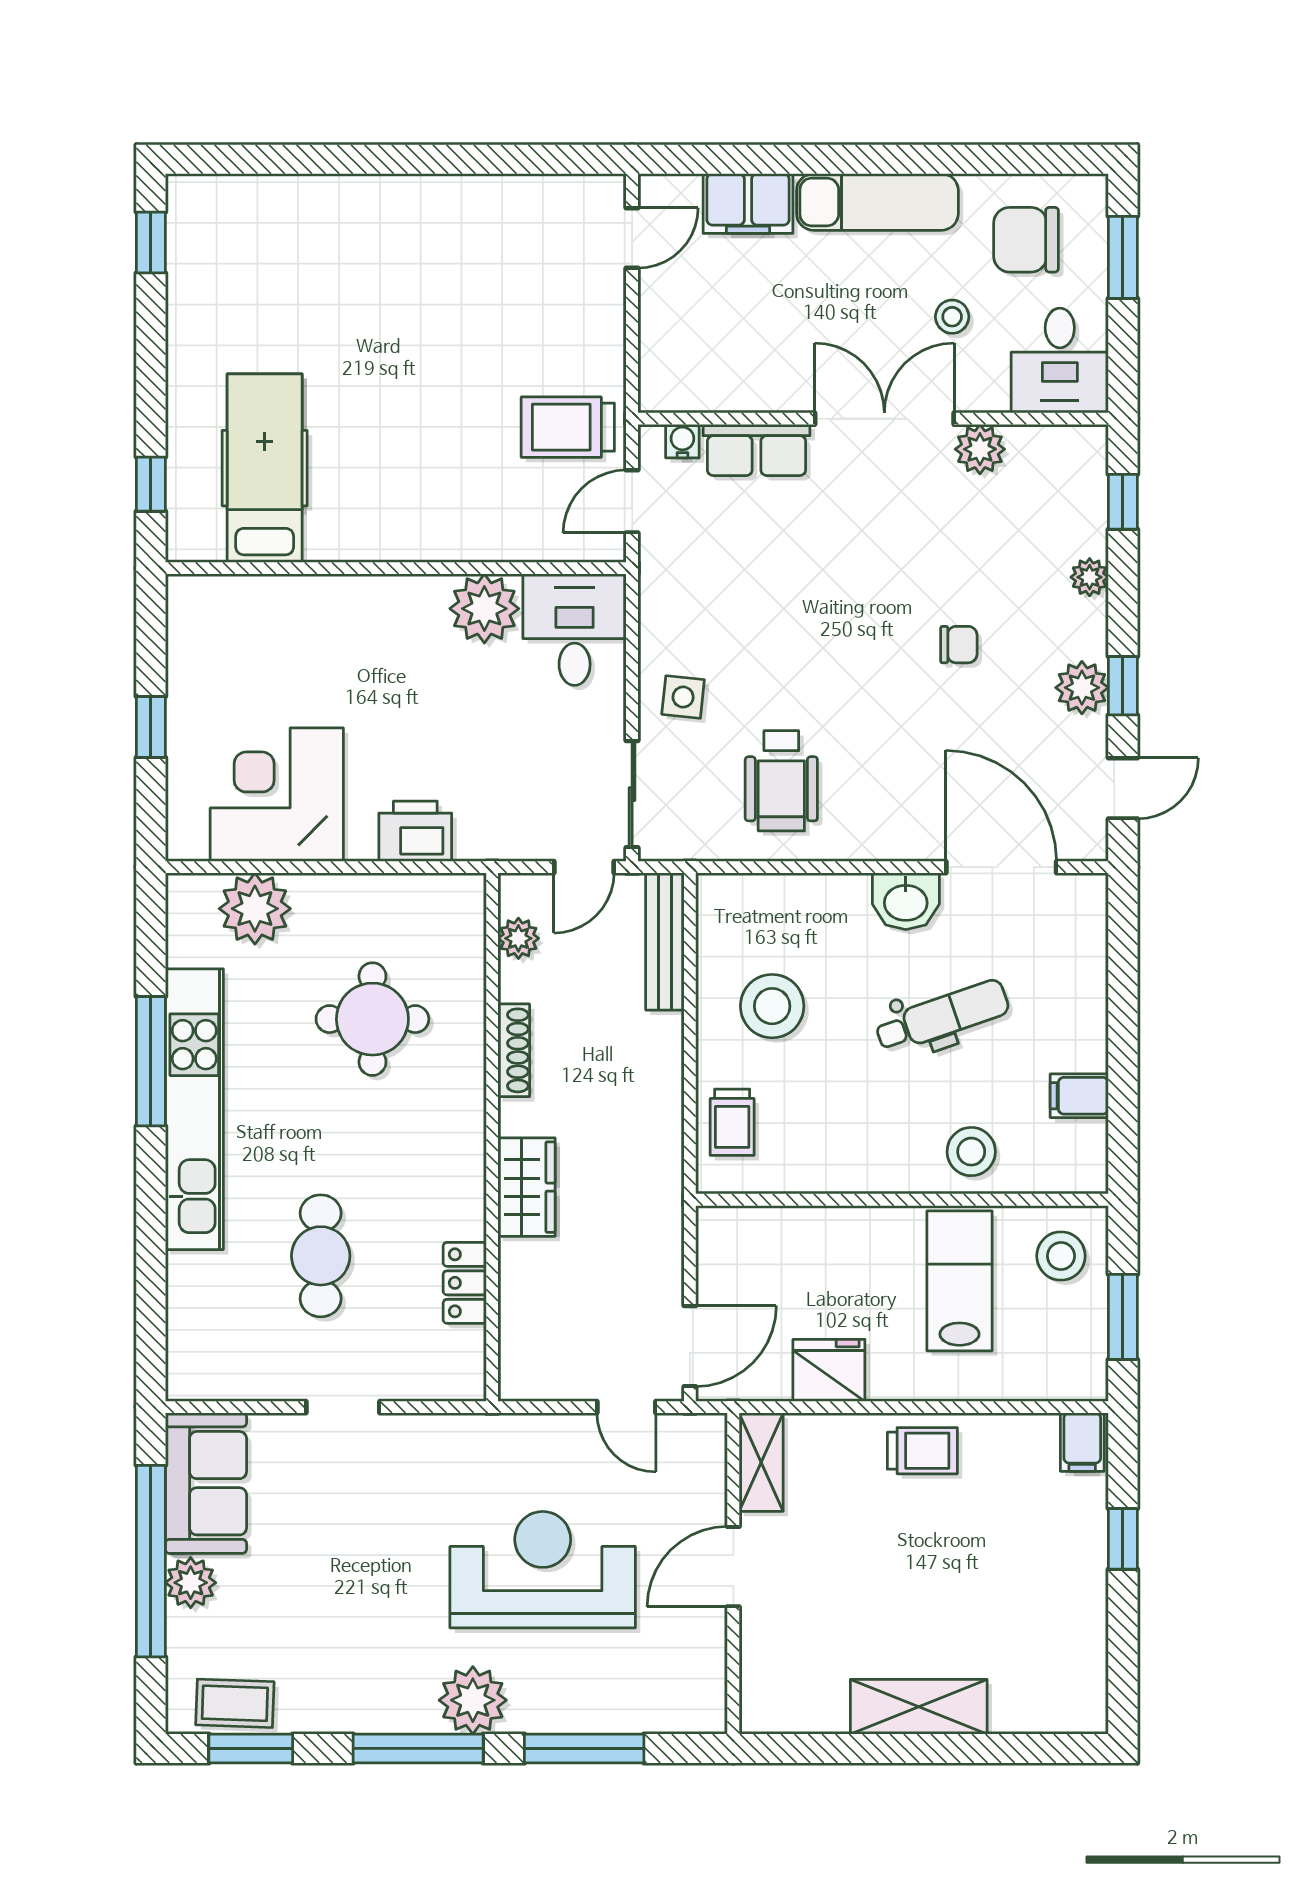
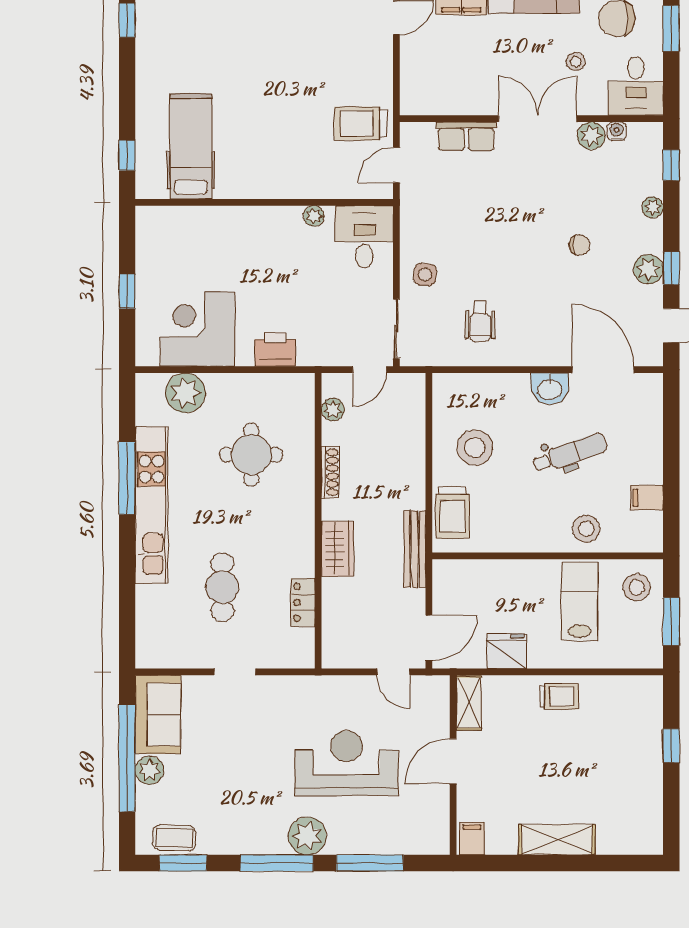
water cooler: (682, 441) -> (617, 131), moved
plant: (484, 609) -> (314, 216), width x0.53, depth x0.53
wheelchair: (781, 781) -> (480, 321), width x0.73, depth x0.73
bench: (665, 941) -> (415, 549), moved
trolley: (732, 1122) -> (453, 512), width x1.36, depth x1.39
filing cabinet: (1082, 1442) -> (472, 839), moved, turned 180

